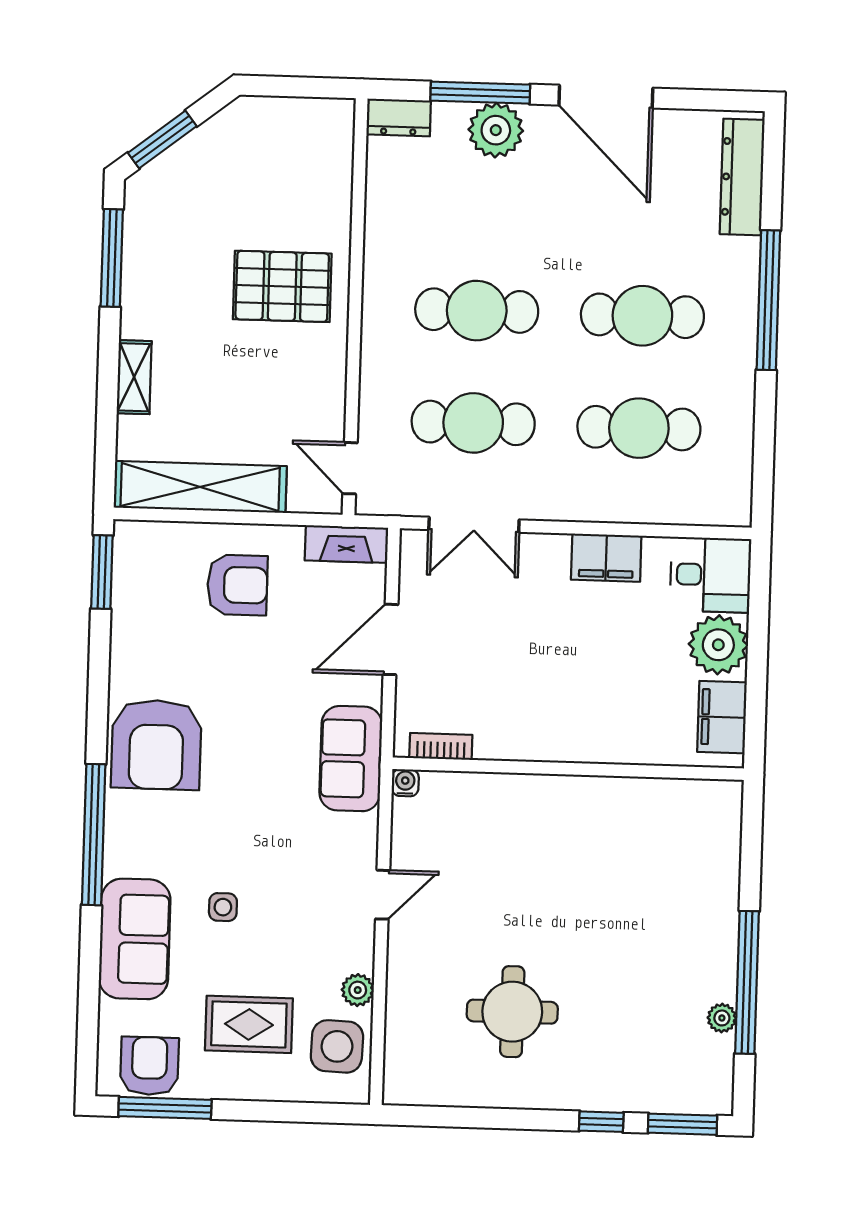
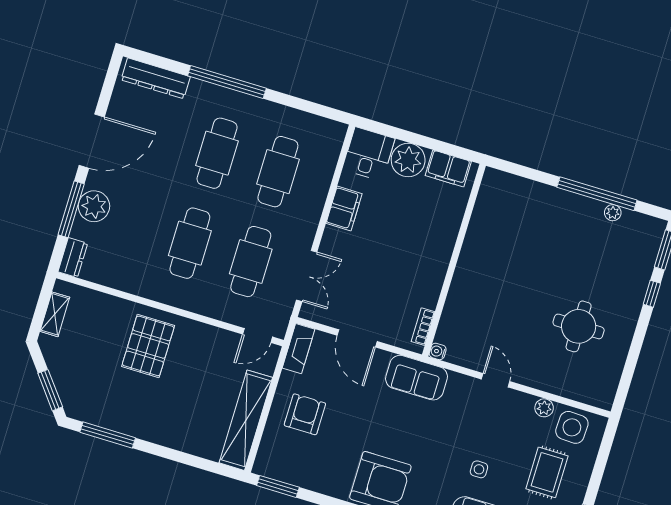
shelving: (134, 377) -> (55, 314), moved, turned 90

